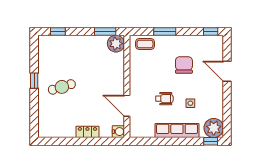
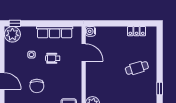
window: (34, 81) -> (160, 88), moved
row of seats: (177, 131) -> (55, 32), moved
locker: (87, 132) -> (137, 31), moved

